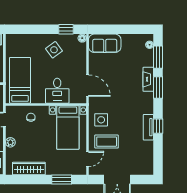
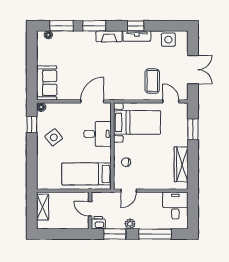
fireplace: (148, 79) -> (109, 36), moved
side table: (101, 120) -> (168, 40), moved
plant: (10, 142) -> (153, 184), removed

